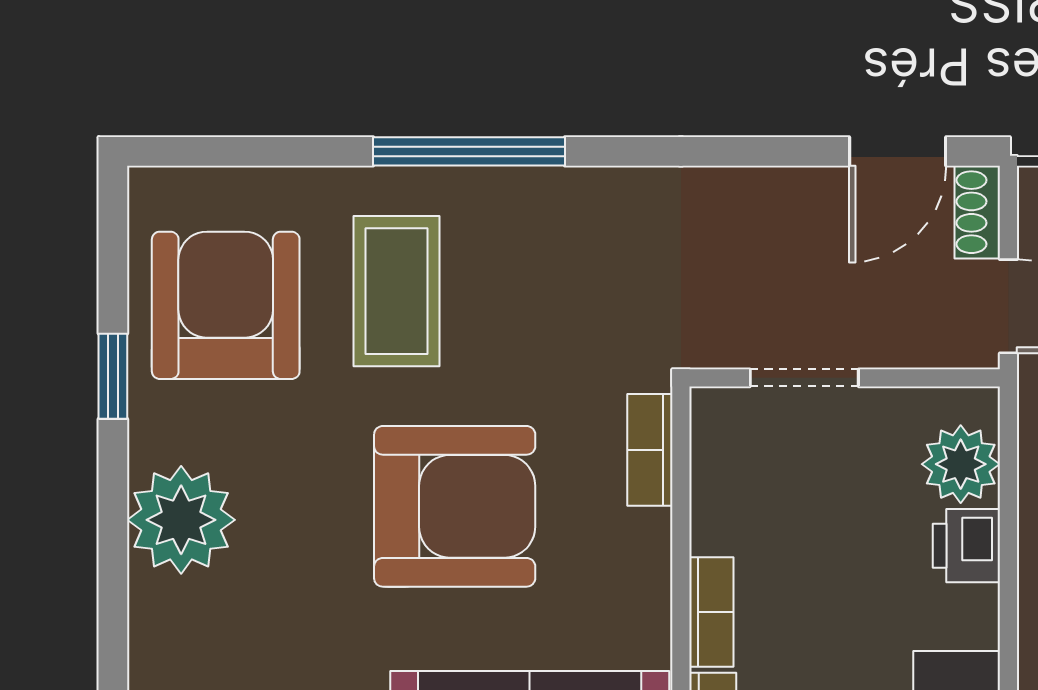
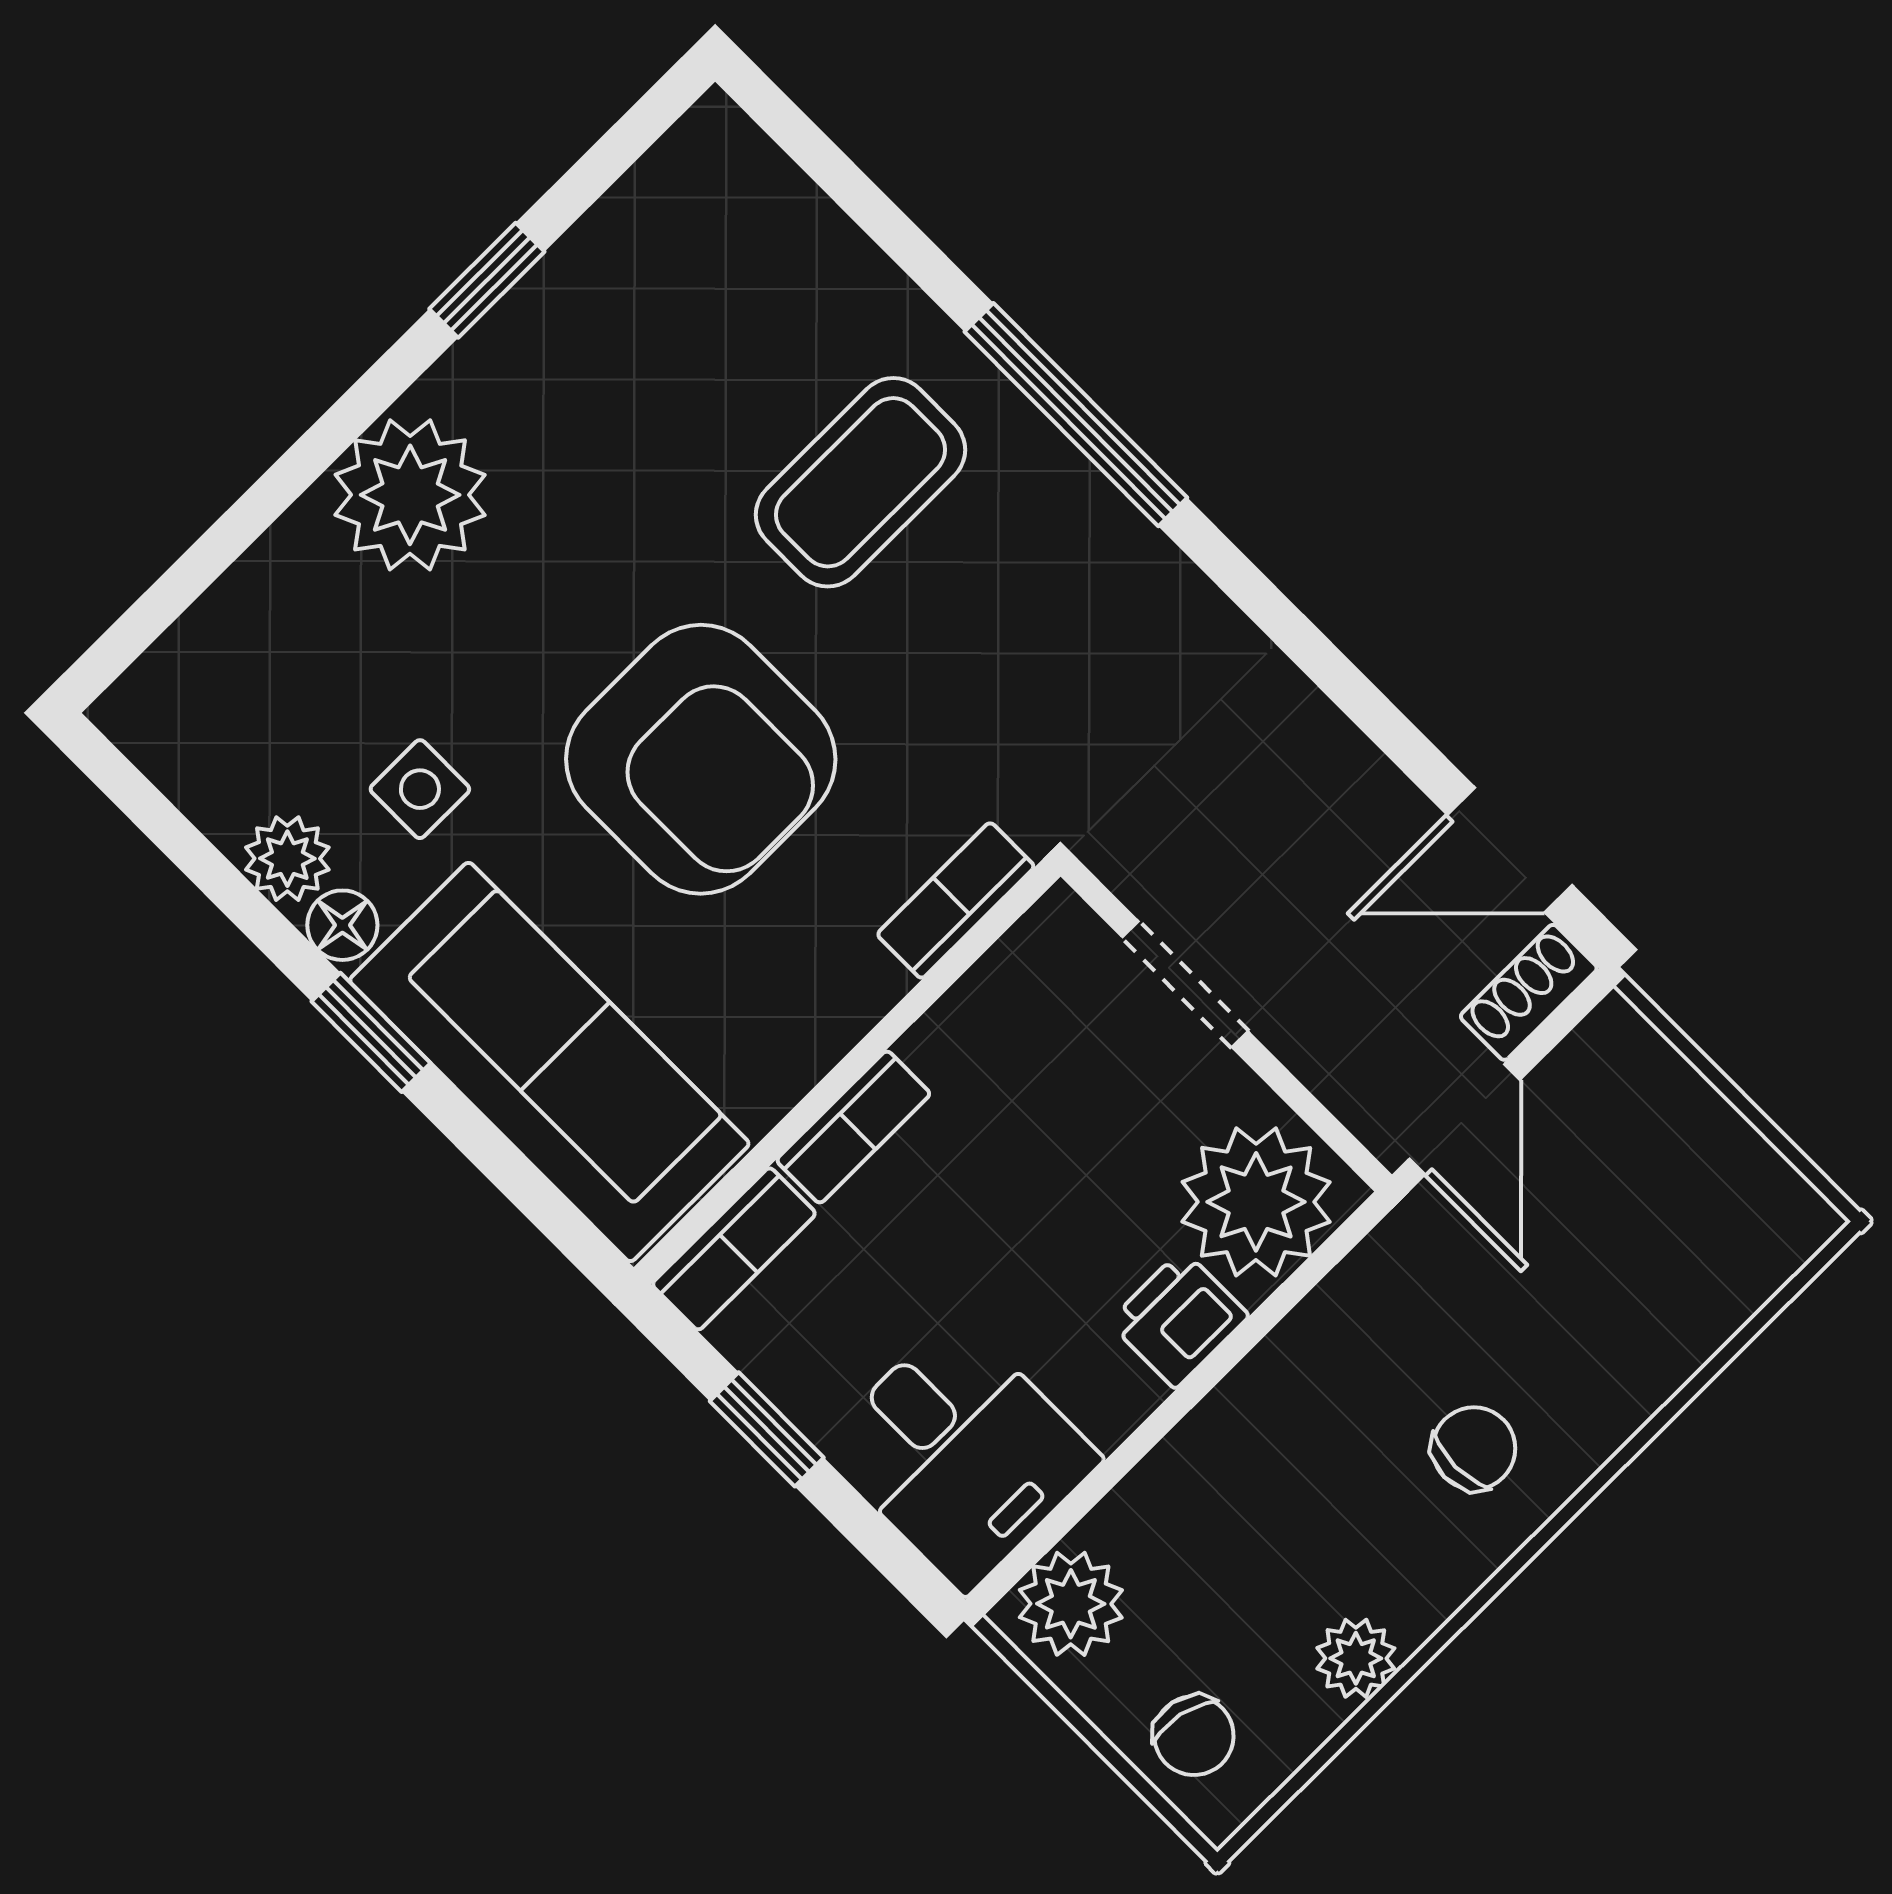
armchair: (226, 305) -> (673, 323), removed
plant: (961, 464) -> (1256, 1202), width x1.36, depth x1.36
side table: (331, 660) -> (420, 789), added

